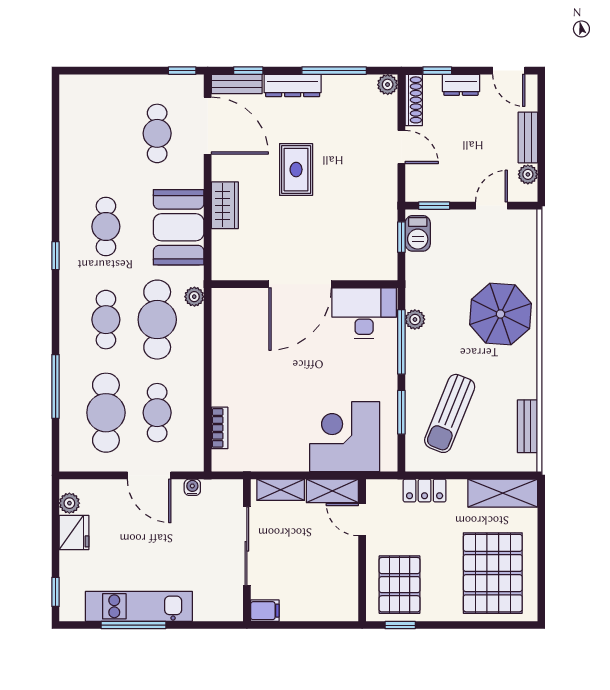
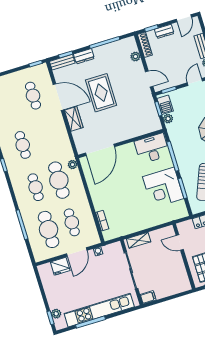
door: (509, 71) -> (184, 18), hinge flipped
plant: (388, 85) -> (135, 57), moved
dresser: (293, 86) -> (84, 56), width x0.70
door: (208, 126) -> (59, 97), moved
door: (401, 147) -> (149, 79), moved
rug: (296, 170) -> (101, 93), width x1.36, depth x1.43
booth: (179, 227) -> (56, 135), removed
door: (300, 284) -> (100, 150), moved
plant: (415, 319) -> (168, 119), moved
corner desk: (345, 437) -> (163, 188), moved, turned -90
door: (149, 475) -> (77, 252), hinge flipped
shelving: (332, 491) -> (162, 234), removed
plant: (69, 503) -> (56, 314), moved
fridge: (74, 533) -> (60, 266), moved, turned 90
kitchen unit: (139, 606) -> (99, 310), width x1.36

